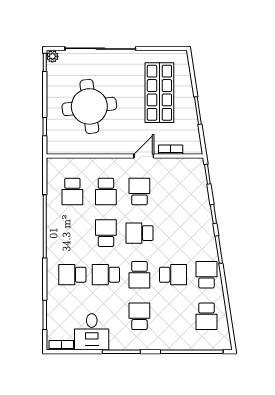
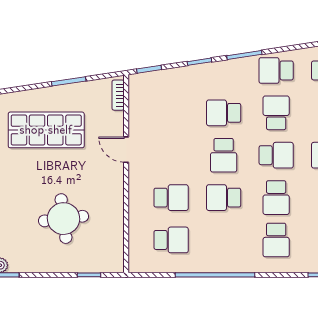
round table: (89, 106) -> (64, 219), width x0.73, depth x0.73
bookcase: (171, 150) -> (118, 95), moved
school desk: (139, 192) -> (224, 113), moved

